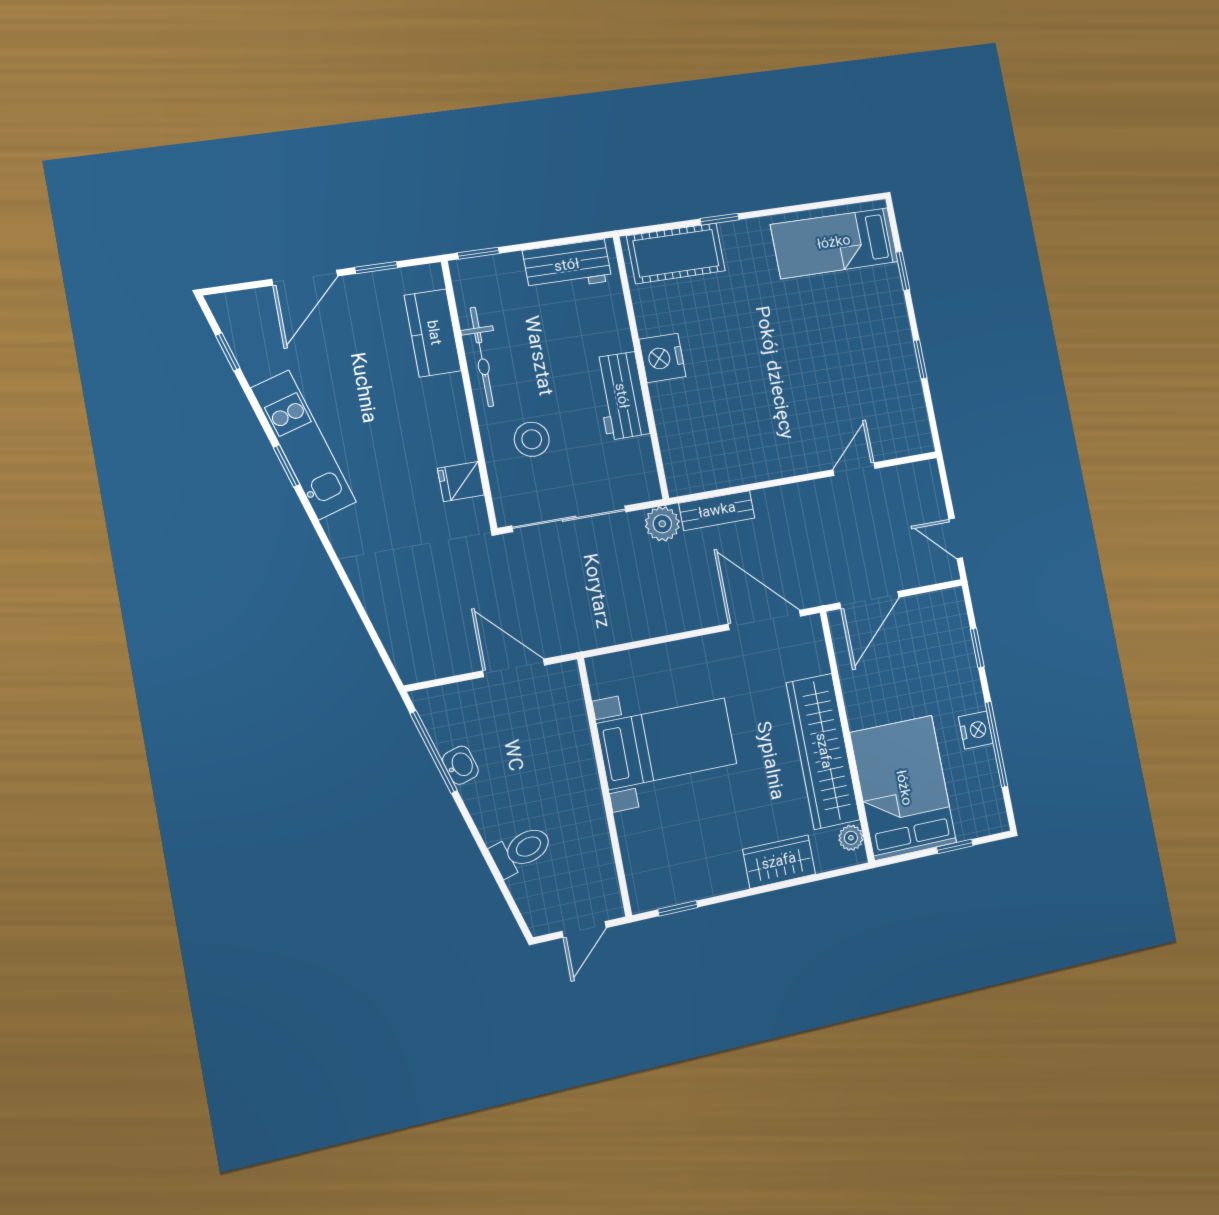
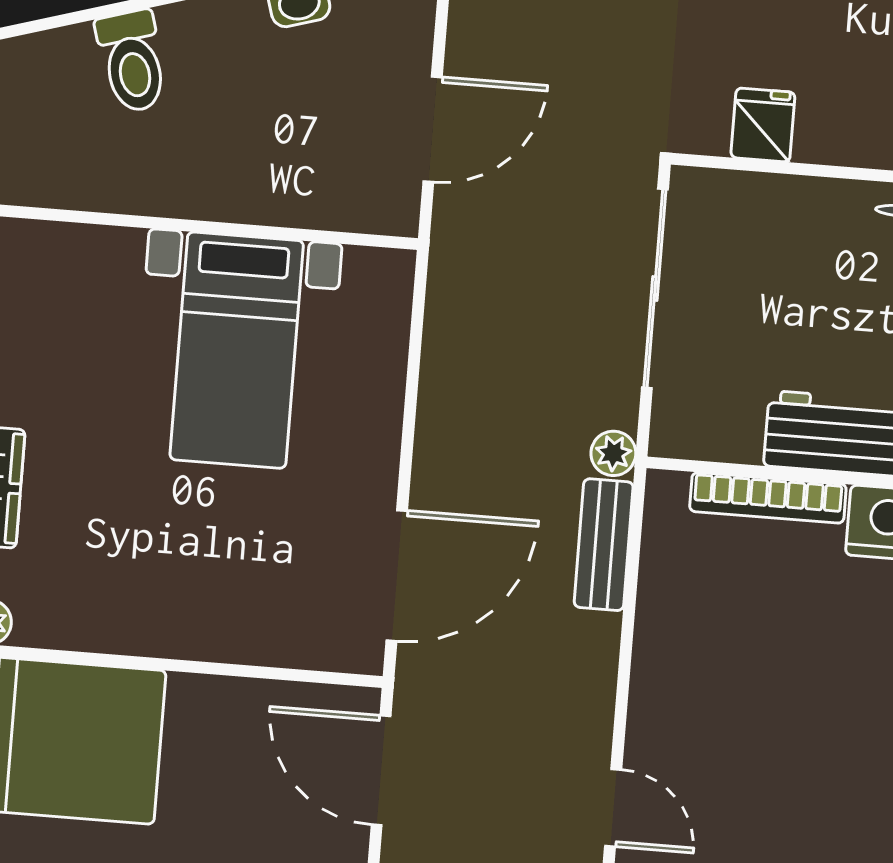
bookcase: (667, 427) -> (768, 498), added
stool: (532, 439) -> (804, 262), removed
plant: (662, 524) -> (613, 453), width x0.73, depth x0.73
wardrobe: (823, 751) -> (148, 615), removed

